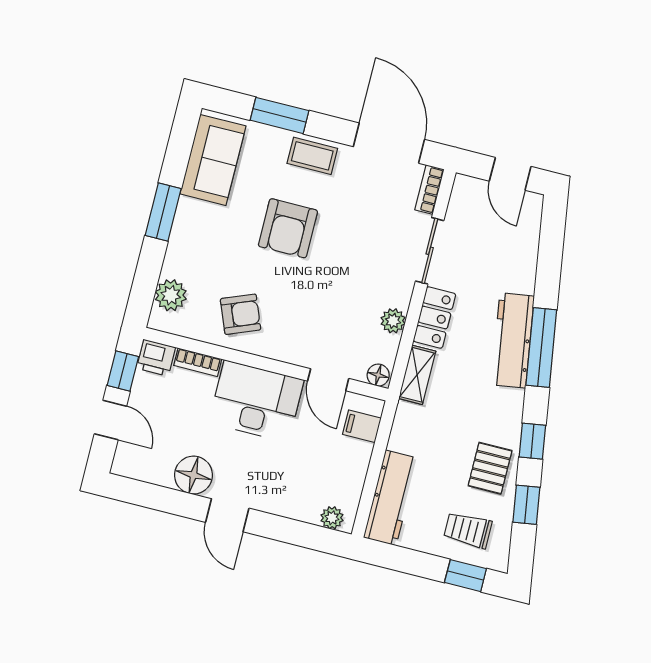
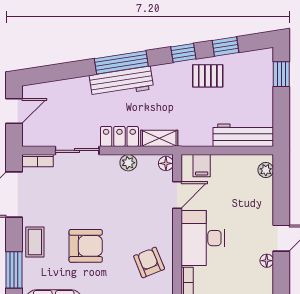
floor lamp: (194, 475) -> (267, 261), width x0.53, depth x0.53
trolley: (468, 530) -> (251, 80), removed

